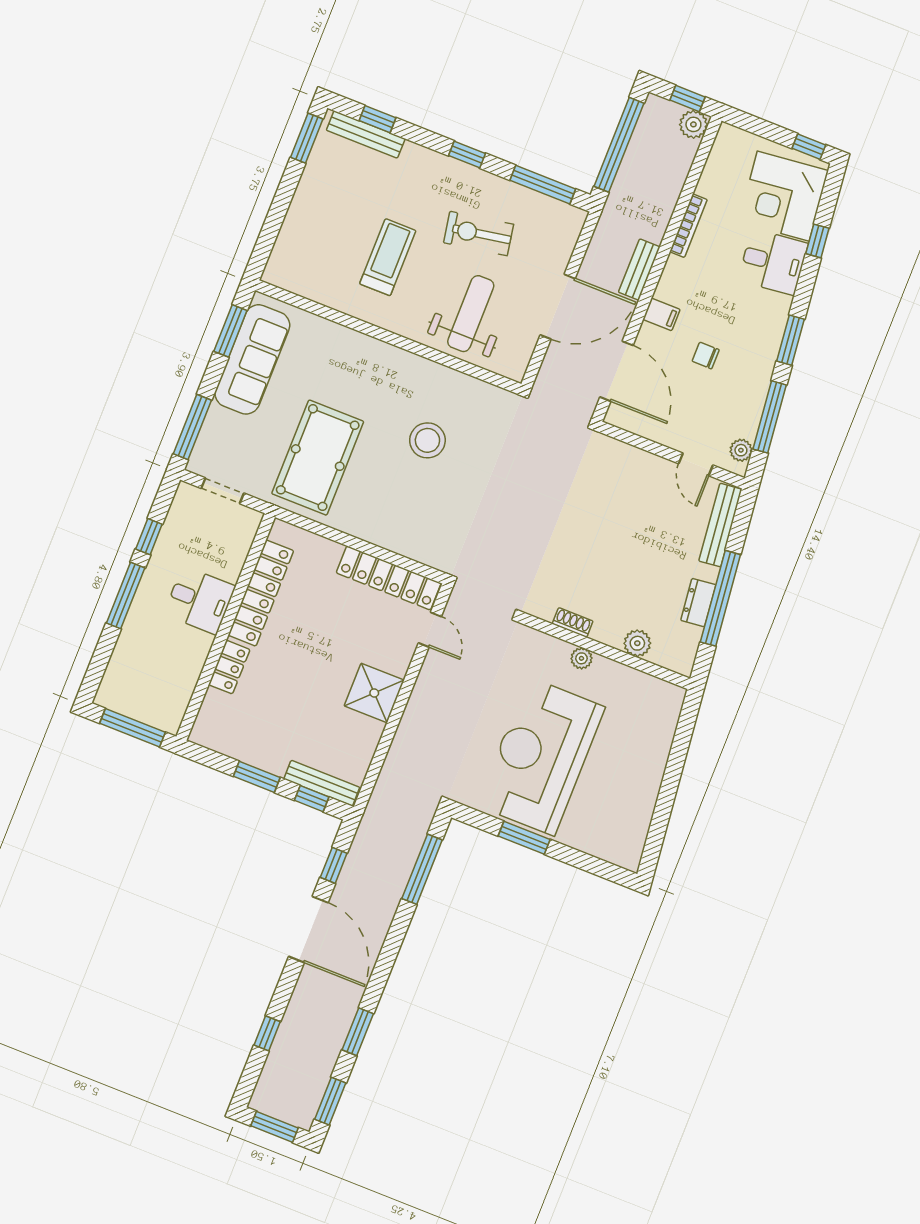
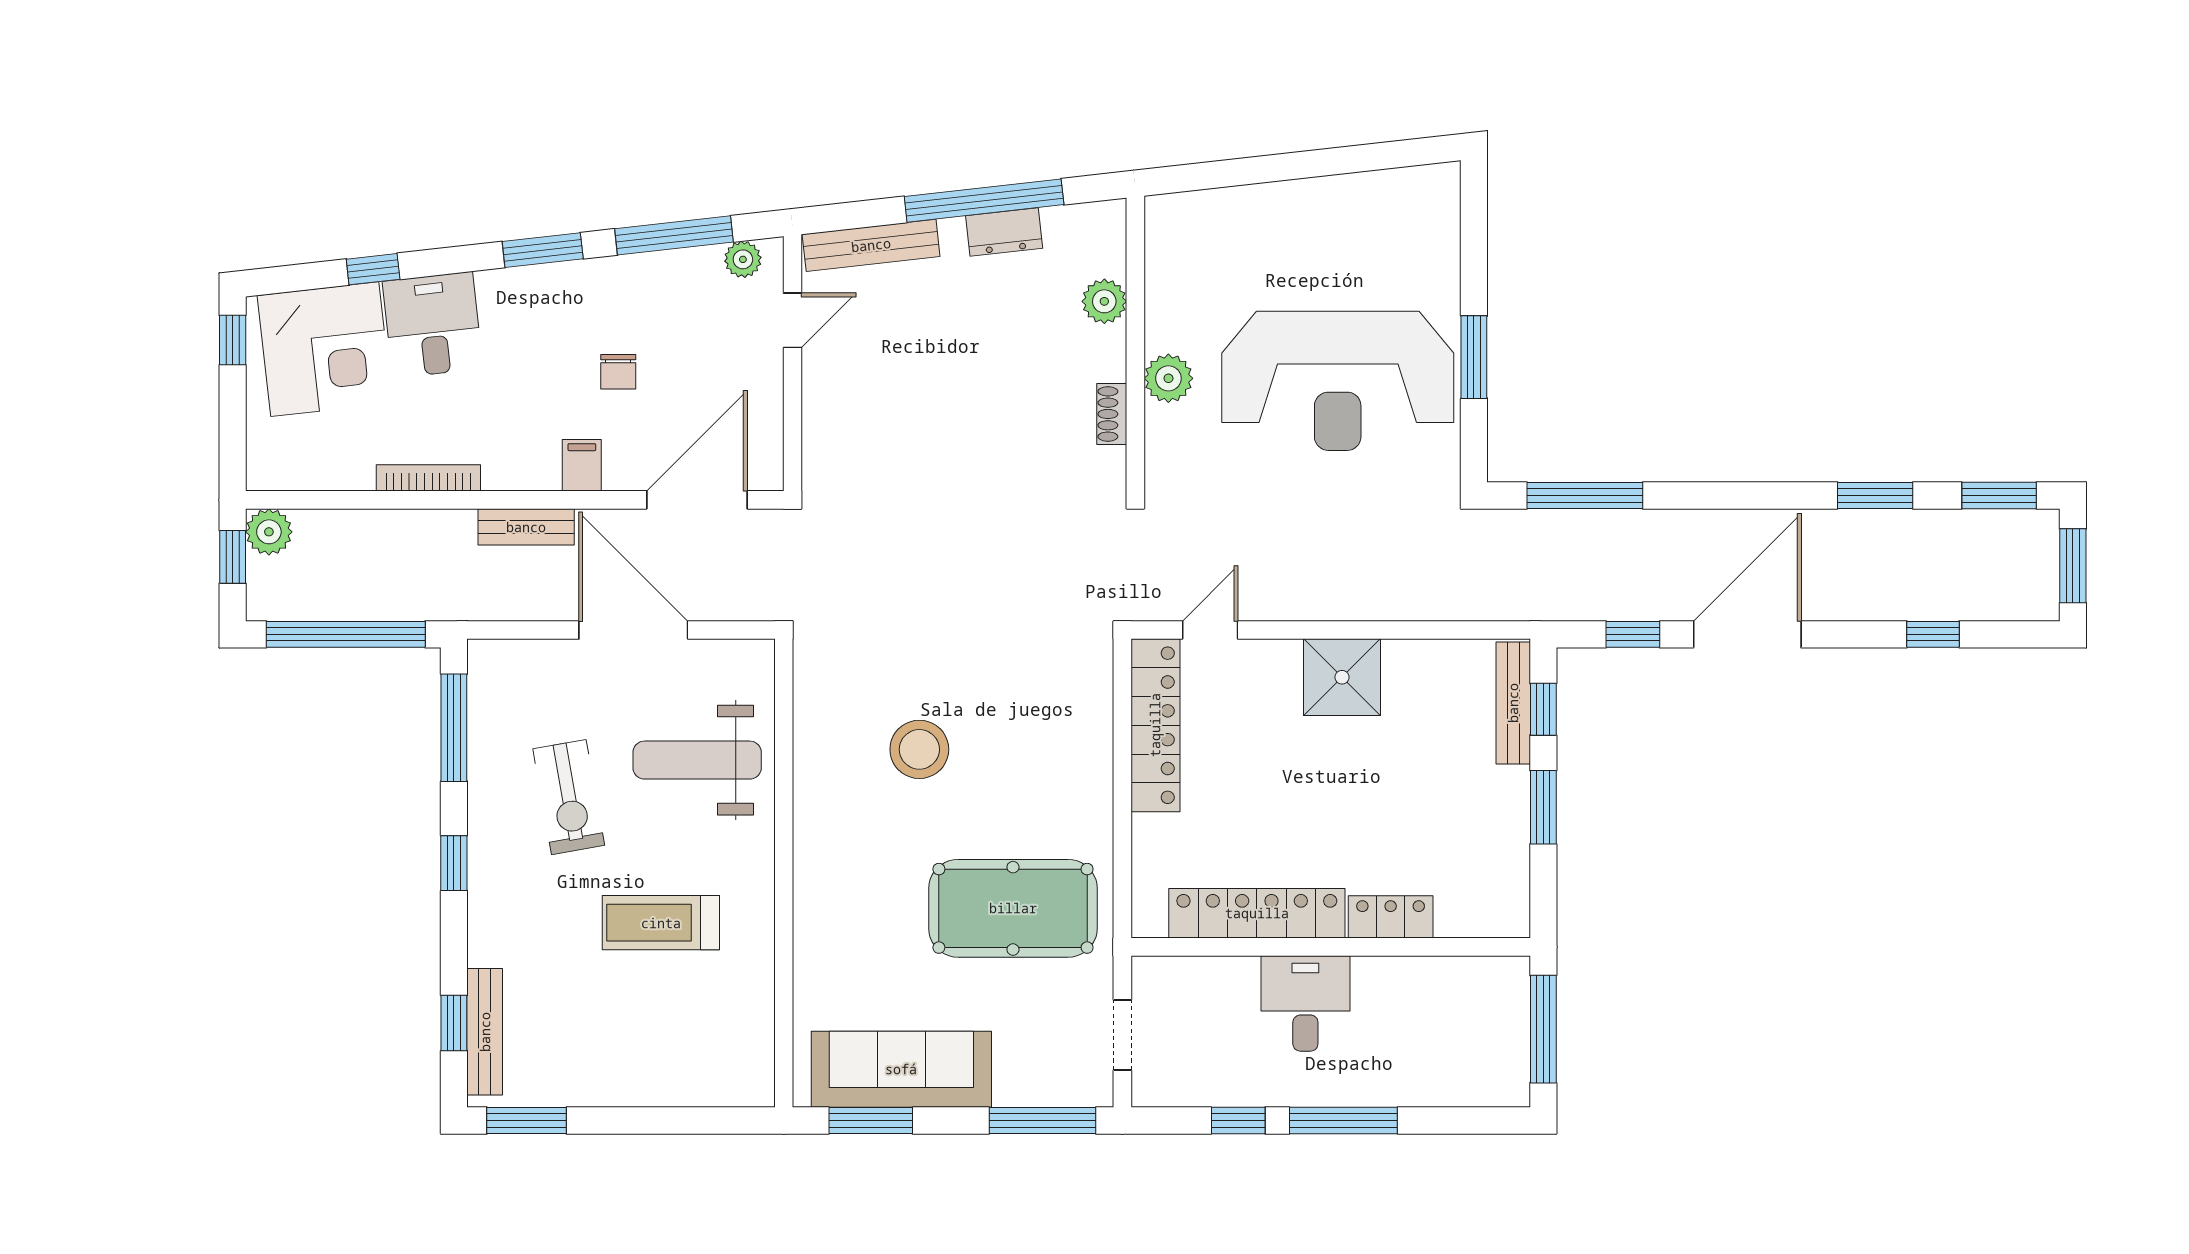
plant: (581, 658) -> (1168, 378), width x1.38, depth x1.38

